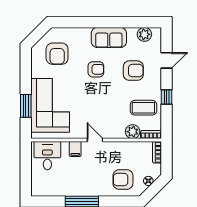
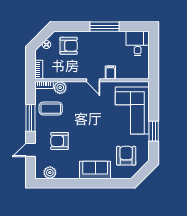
sofa: (109, 37) -> (95, 170), moved
armchair: (96, 69) -> (92, 142), removed
window: (167, 97) -> (31, 118), width x2.17
window: (26, 106) -> (154, 131), moved
desk: (47, 156) -> (138, 44), moved, turned 180

